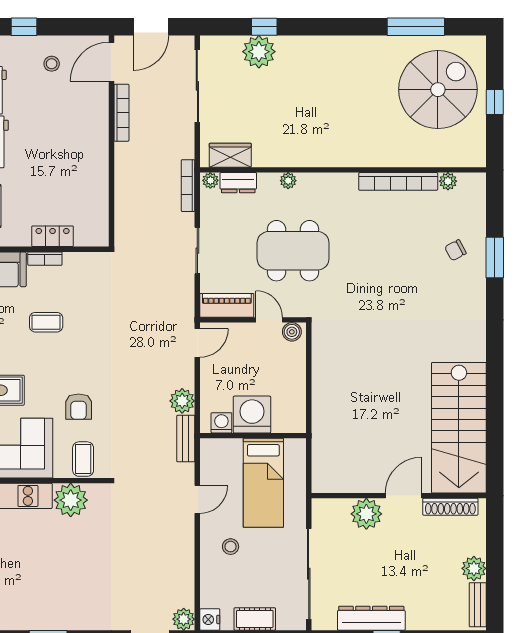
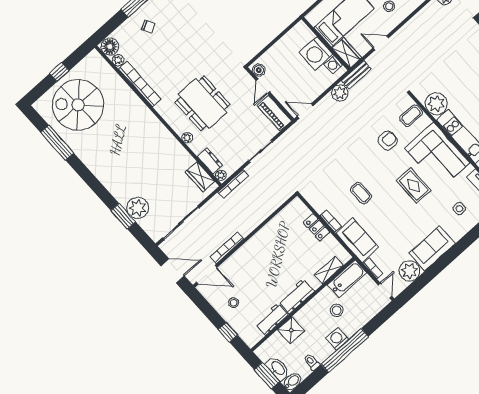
window: (264, 27) -> (123, 216), width x1.50
floor lamp: (472, 186) -> (110, 47), added
dining table: (293, 251) -> (202, 103), moved
wardrobe: (221, 450) -> (347, 53), added

